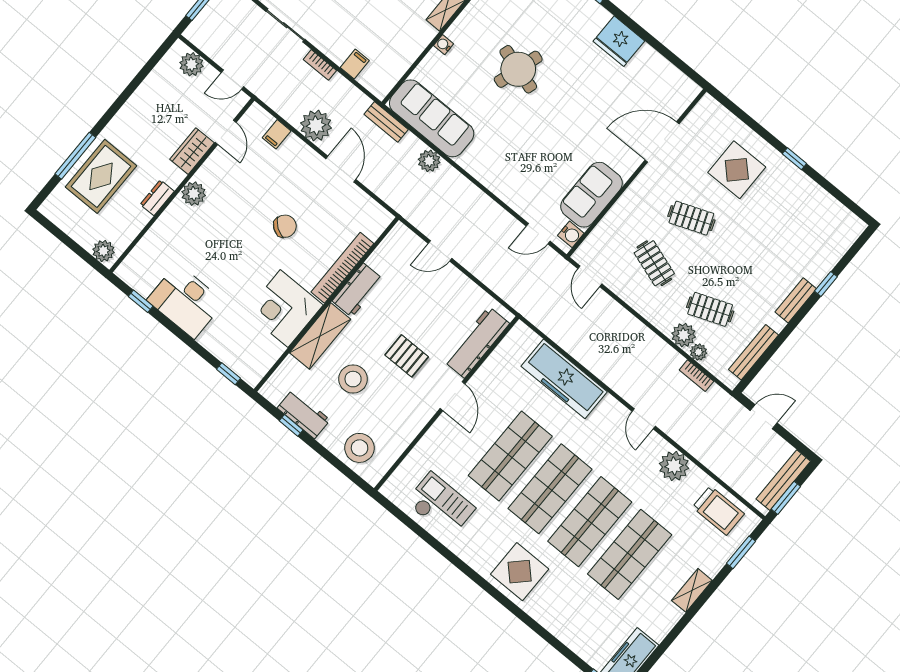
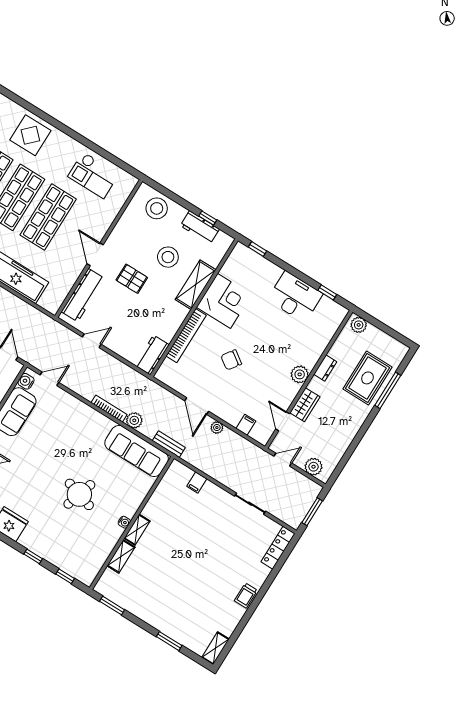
water cooler: (444, 45) -> (124, 522), moved
bookcase: (320, 65) -> (109, 409), moved, width x1.56
plant: (316, 126) -> (217, 428), width x0.53, depth x0.53
door: (440, 251) -> (92, 341), moved
workbench: (358, 290) -> (152, 355), moved

